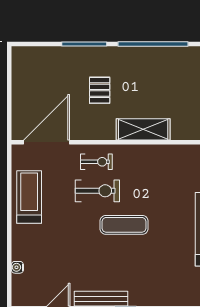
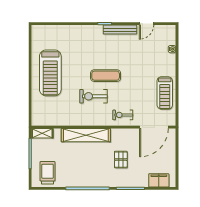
filing cabinet: (39, 57) -> (159, 180), added
shelving: (143, 129) -> (86, 135), width x1.47
exercise bike: (97, 191) -> (93, 96), moved

